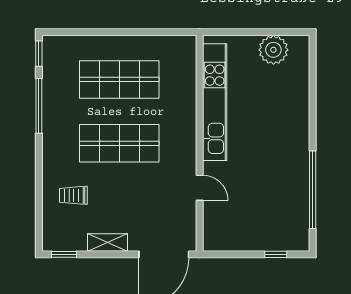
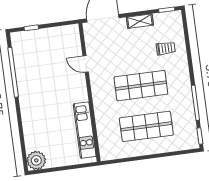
plant: (273, 50) -> (36, 160), moved
kitchen unit: (215, 102) -> (85, 130), width x0.73

